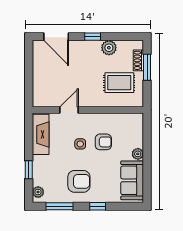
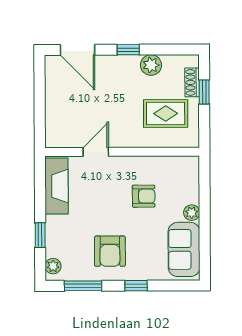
window: (147, 67) -> (204, 92), width x0.67
side table: (80, 144) -> (111, 199), removed
armchair: (79, 181) -> (110, 251), turned 90

